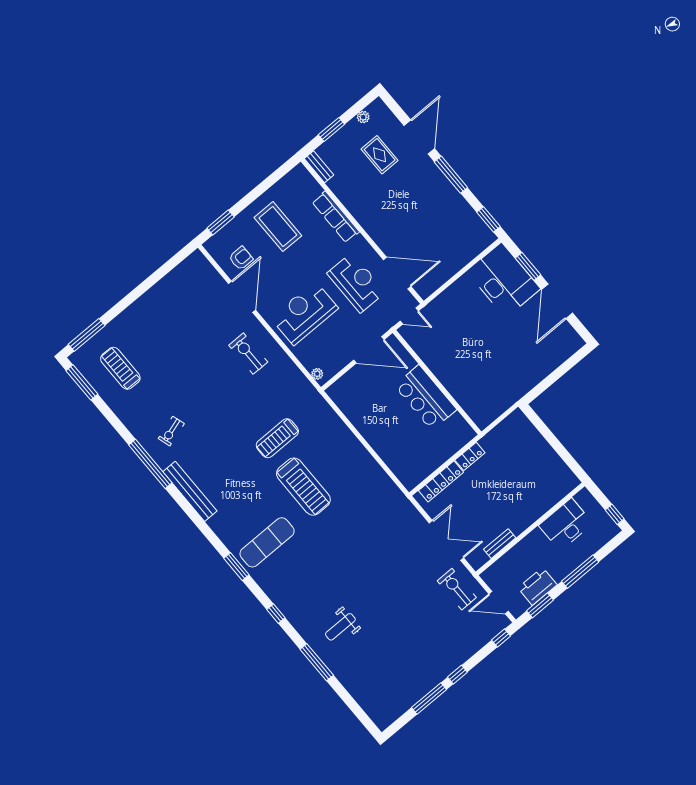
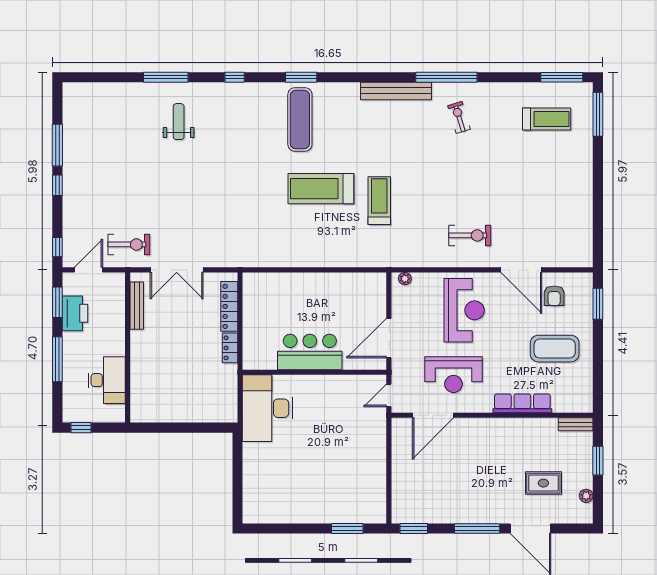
desk: (503, 280) -> (268, 408), moved, turned 90
door: (557, 301) -> (298, 528), removed
bench: (500, 544) -> (137, 306), width x1.36

